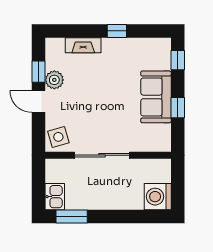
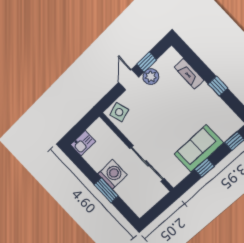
sliding door: (102, 155) -> (147, 163), moved
washing machine: (158, 197) -> (112, 174), moved, turned 90
window: (72, 217) -> (106, 190), moved

